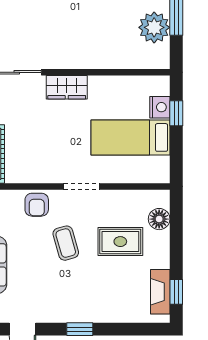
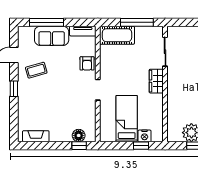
armchair: (37, 205) -> (87, 63), turned -90
rug: (120, 242) -> (65, 113), removed
coffee table: (66, 243) -> (36, 70), moved
window: (176, 292) -> (79, 146), moved

